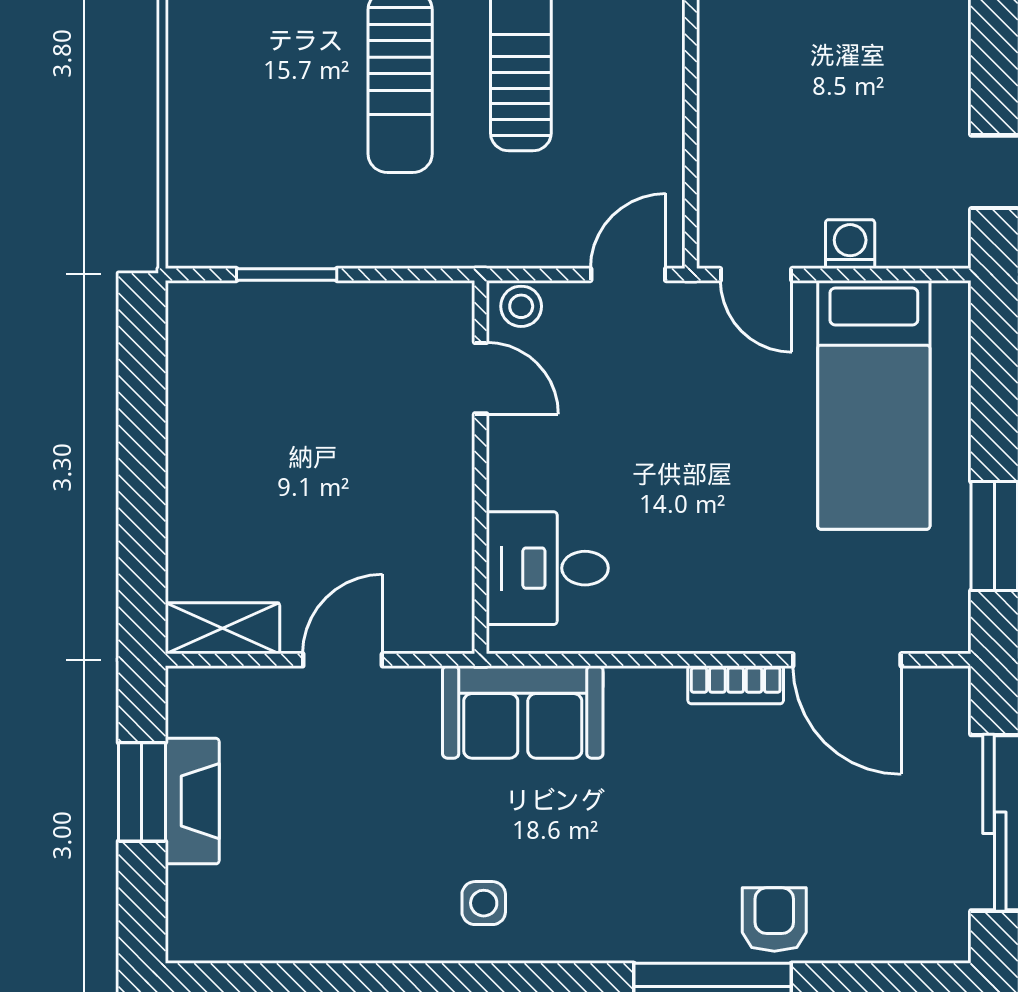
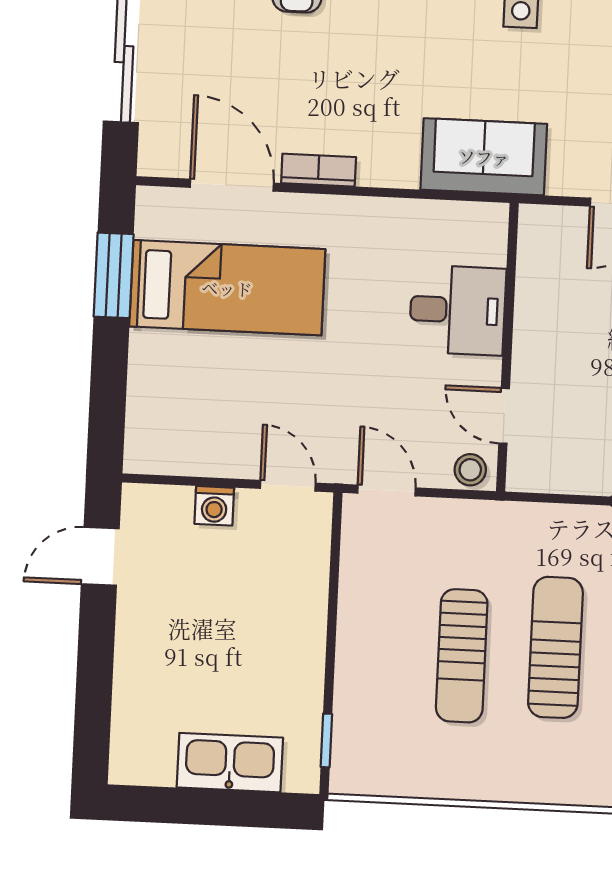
door: (628, 274) -> (387, 490), swing flipped
bed: (874, 405) -> (227, 288), moved, turned 90
desk: (547, 568) -> (458, 310), moved

